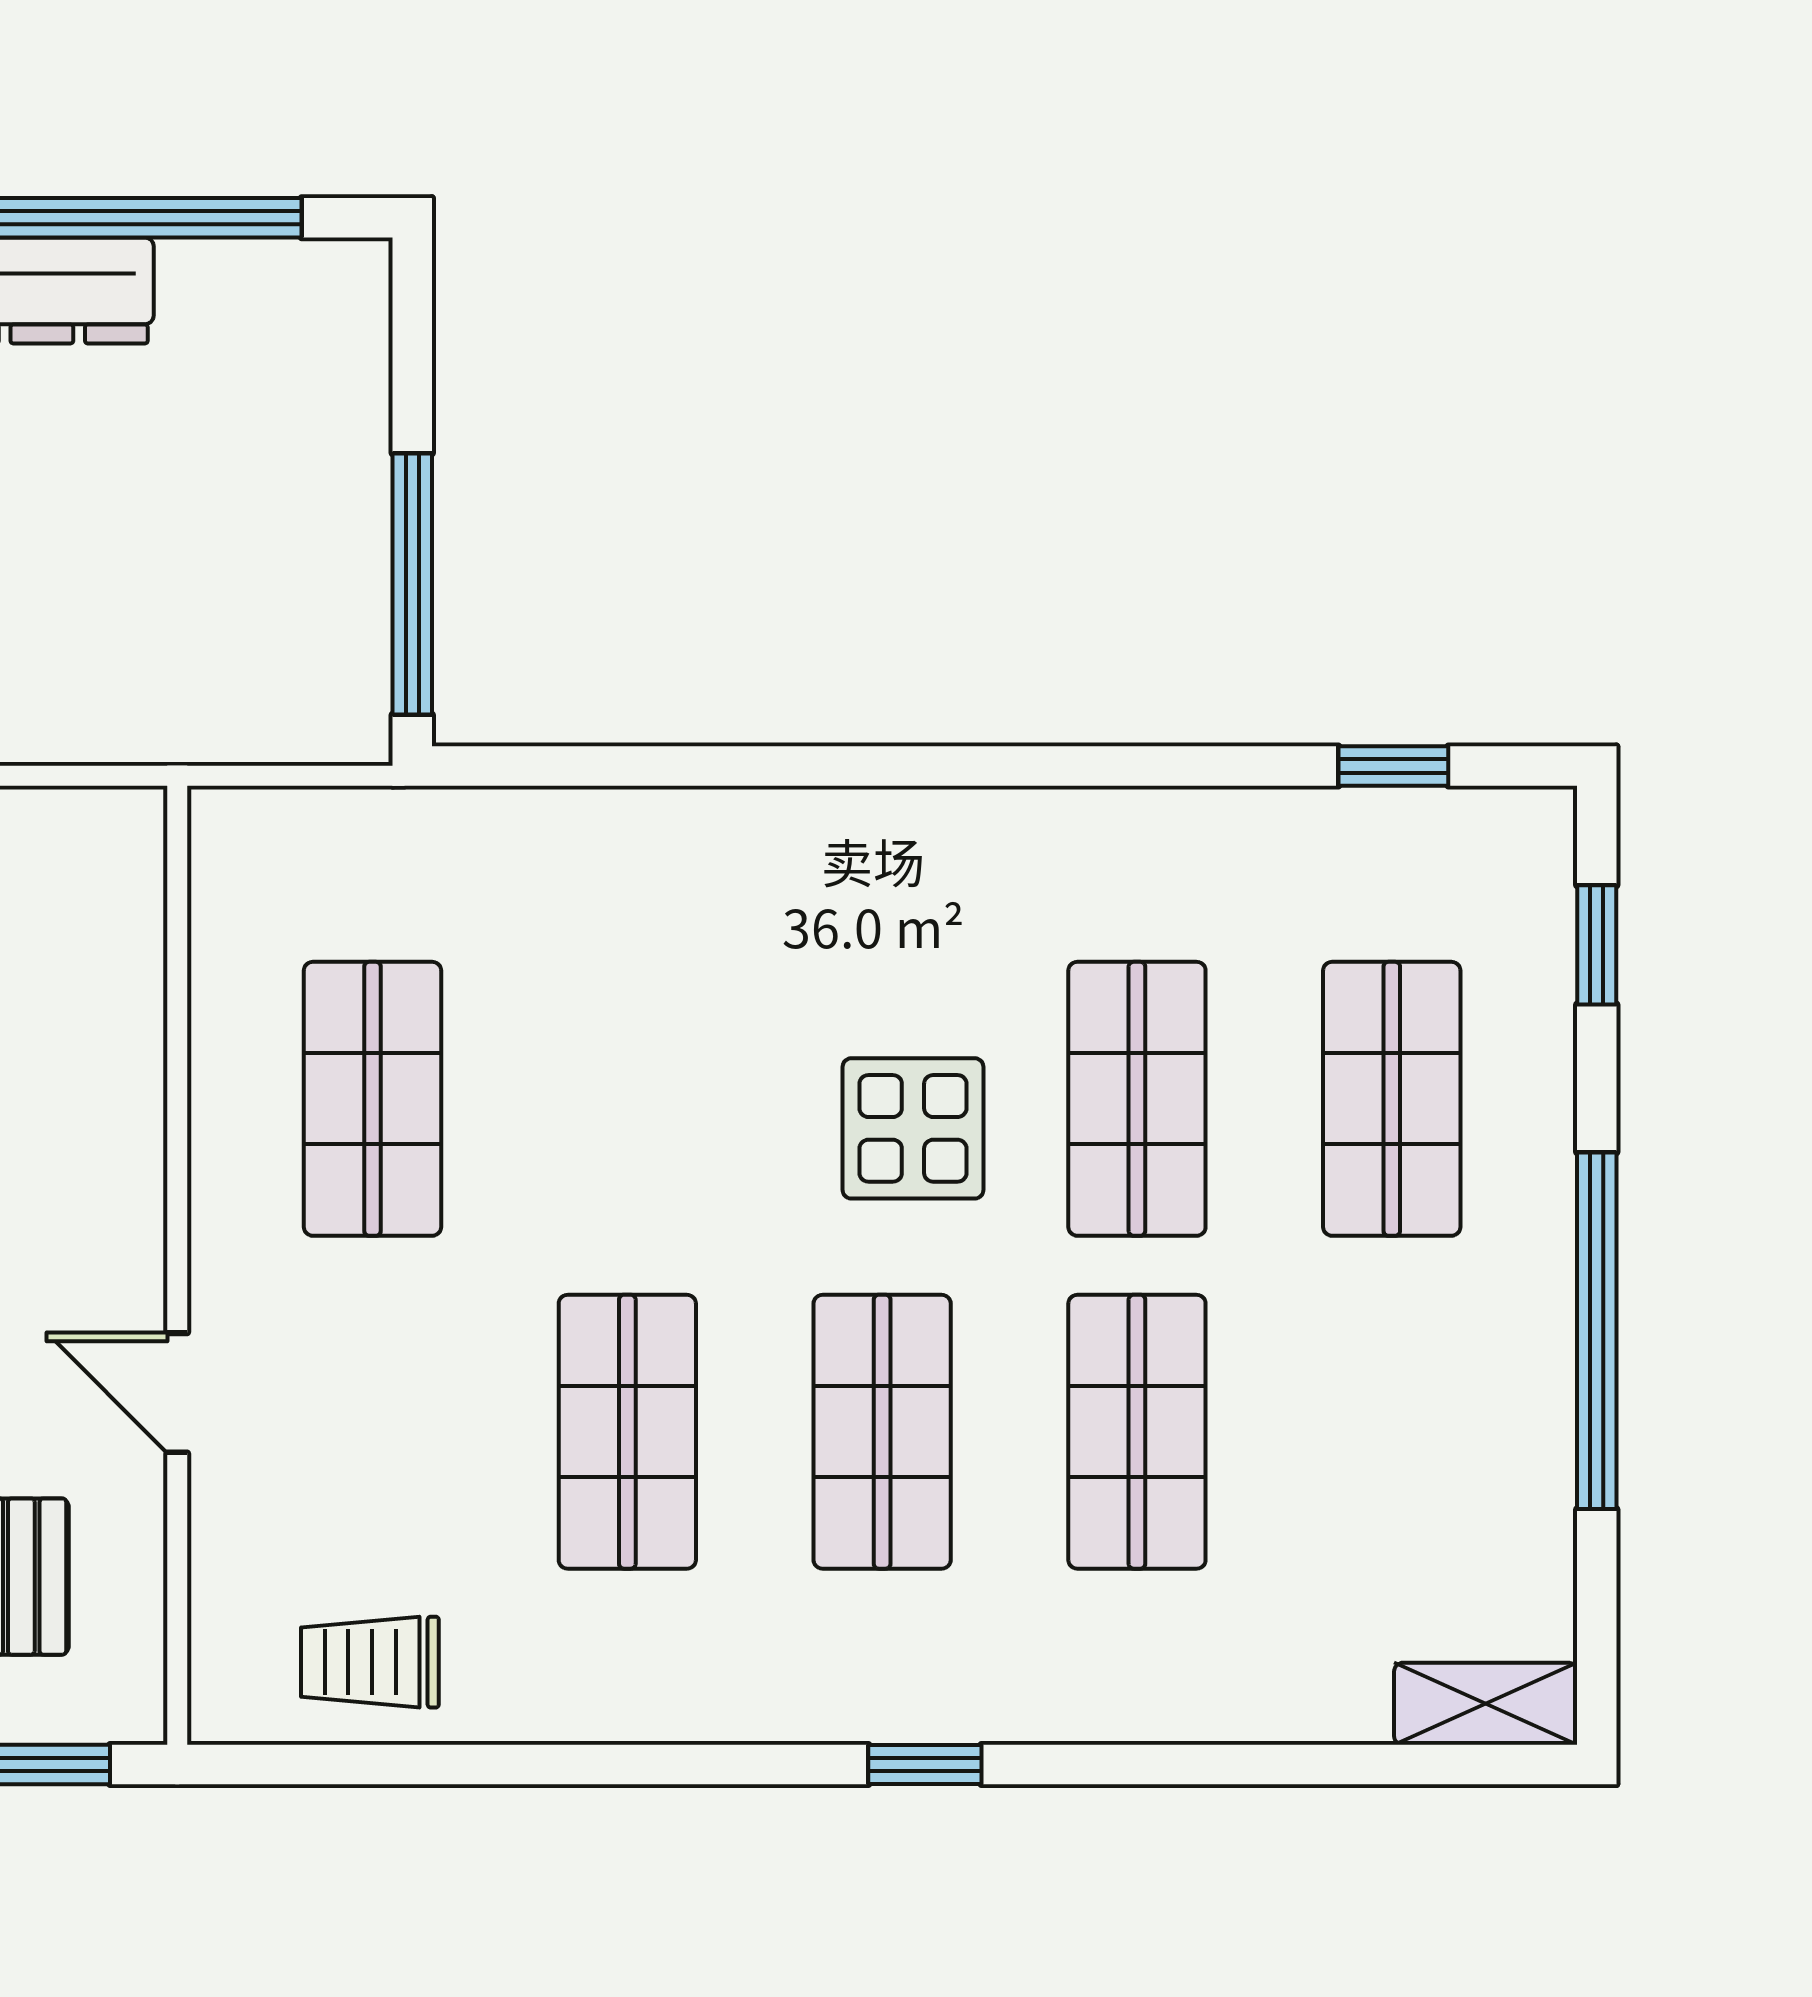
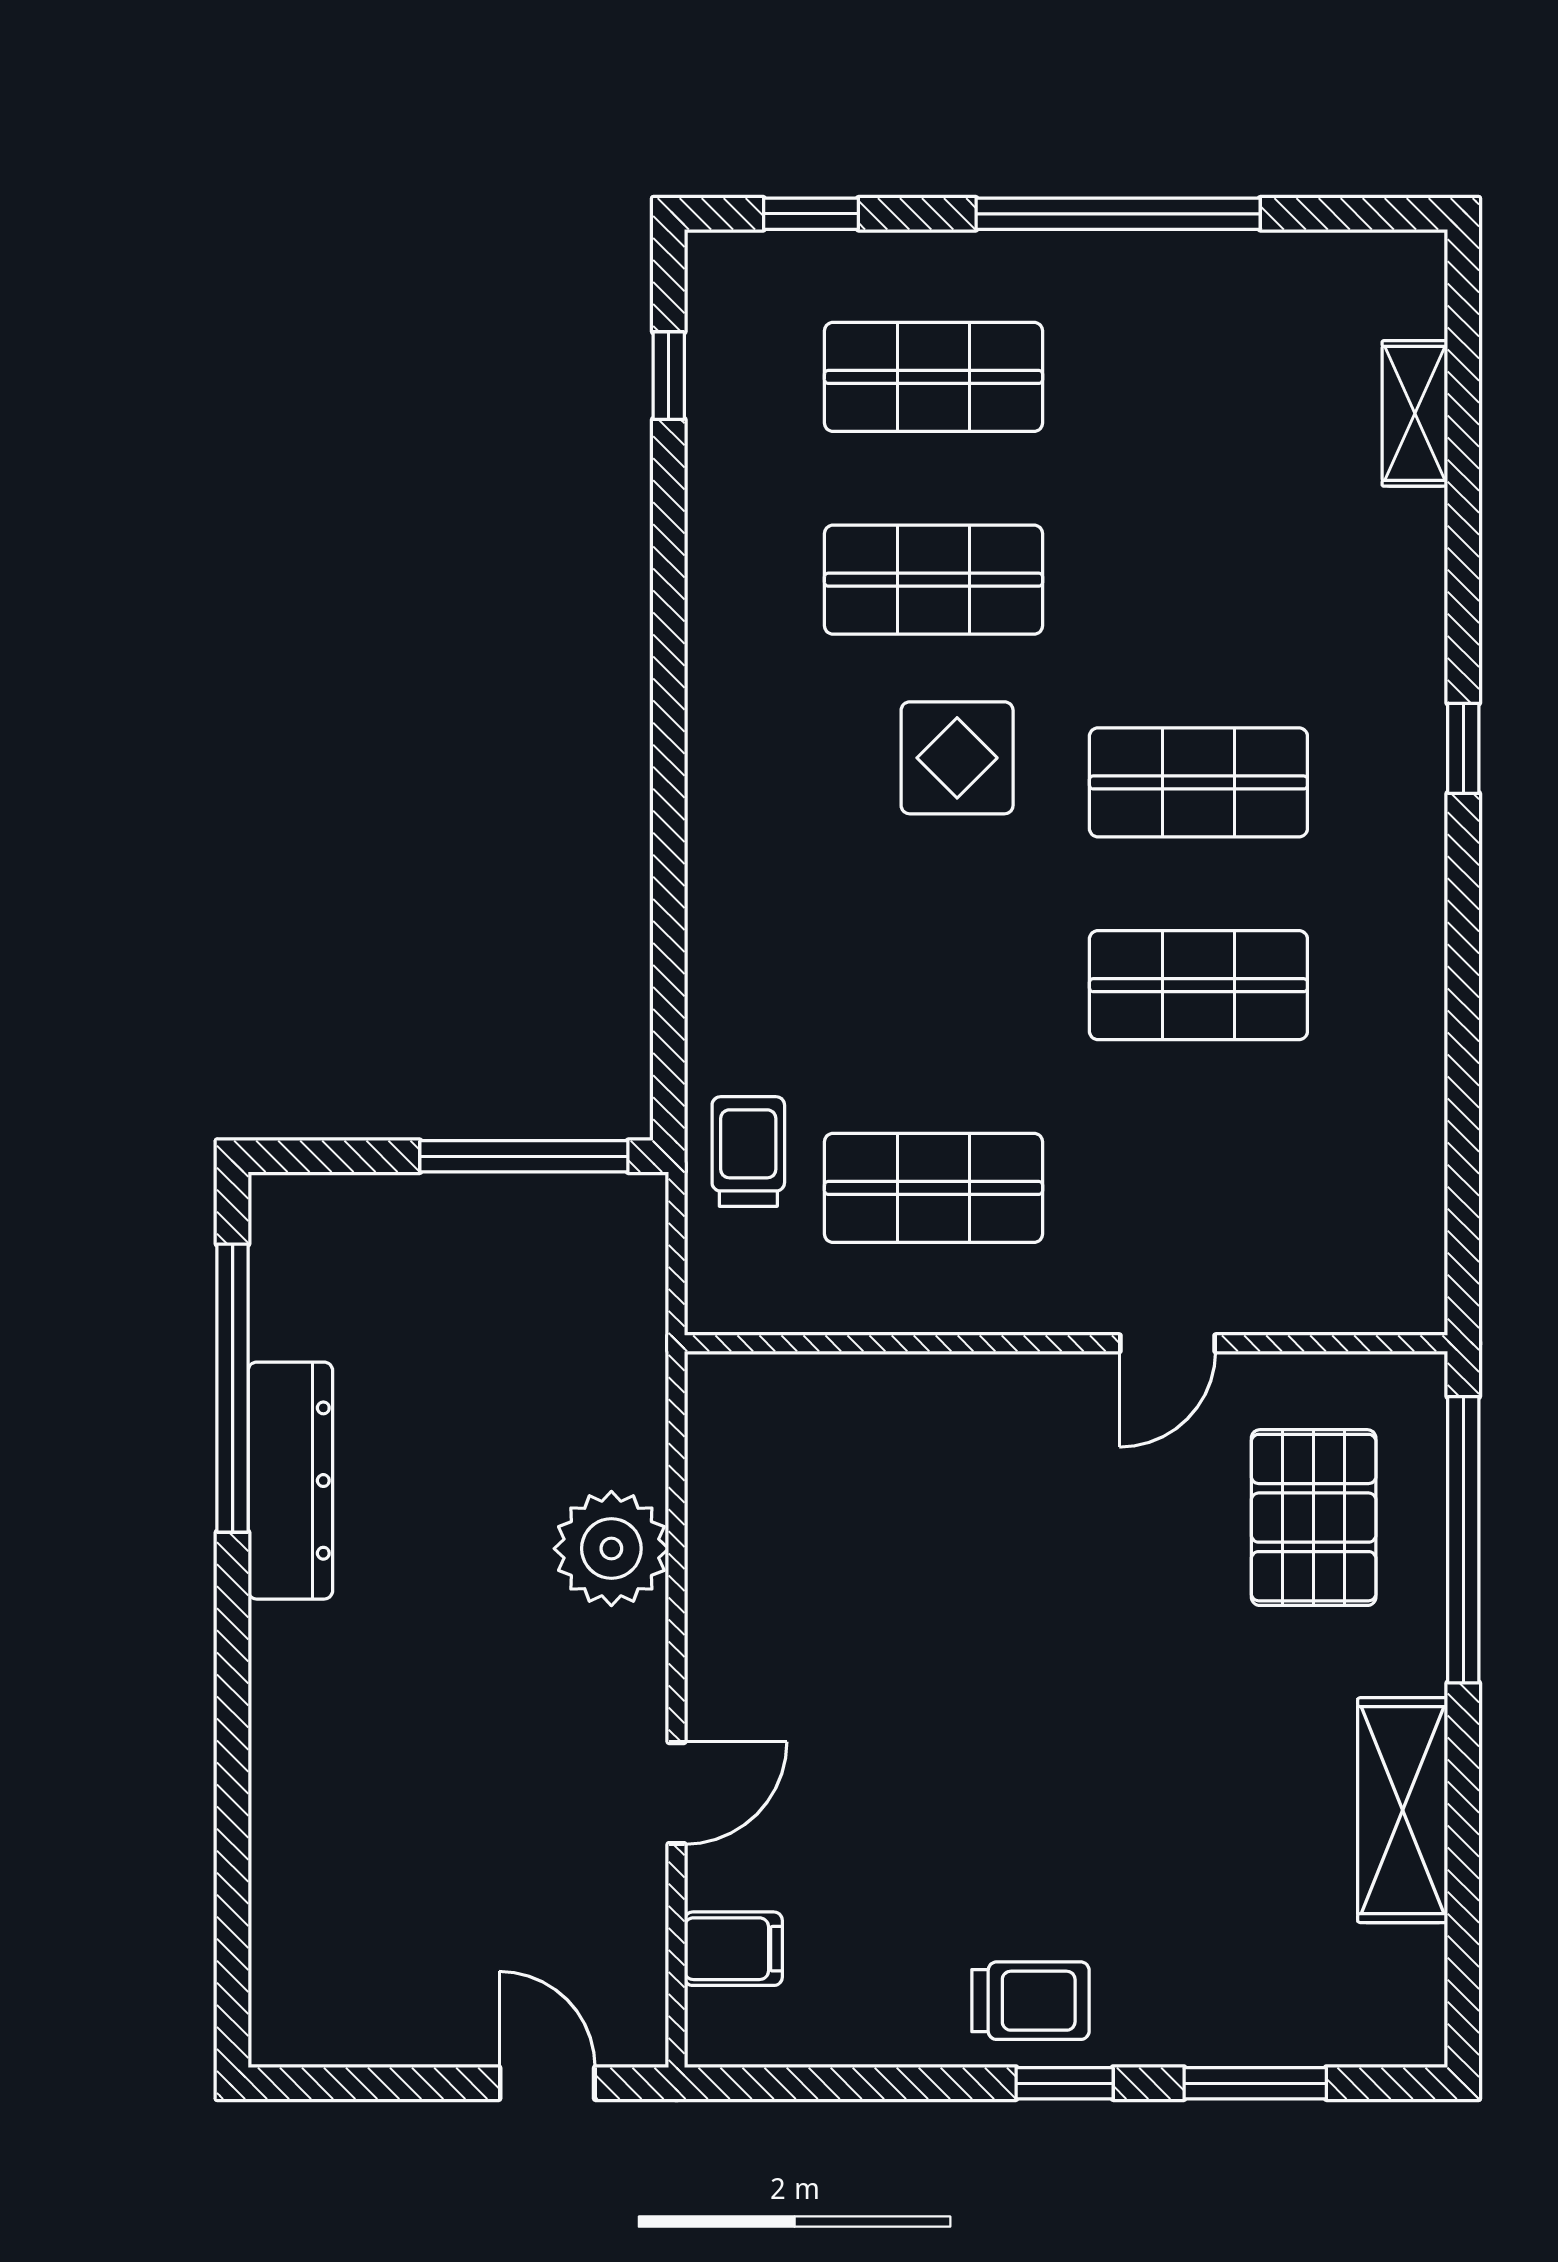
shop shelf: (1137, 1432) -> (1198, 580), removed
trolley: (370, 1662) -> (748, 1152), moved, turned 180
shelving: (1486, 1704) -> (1415, 413), moved

